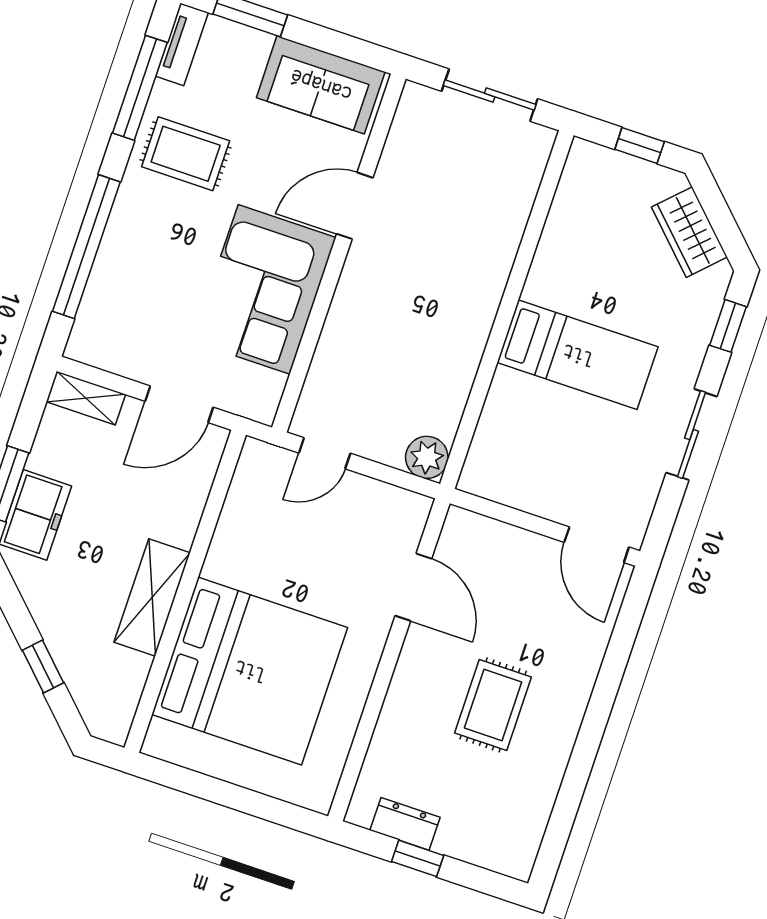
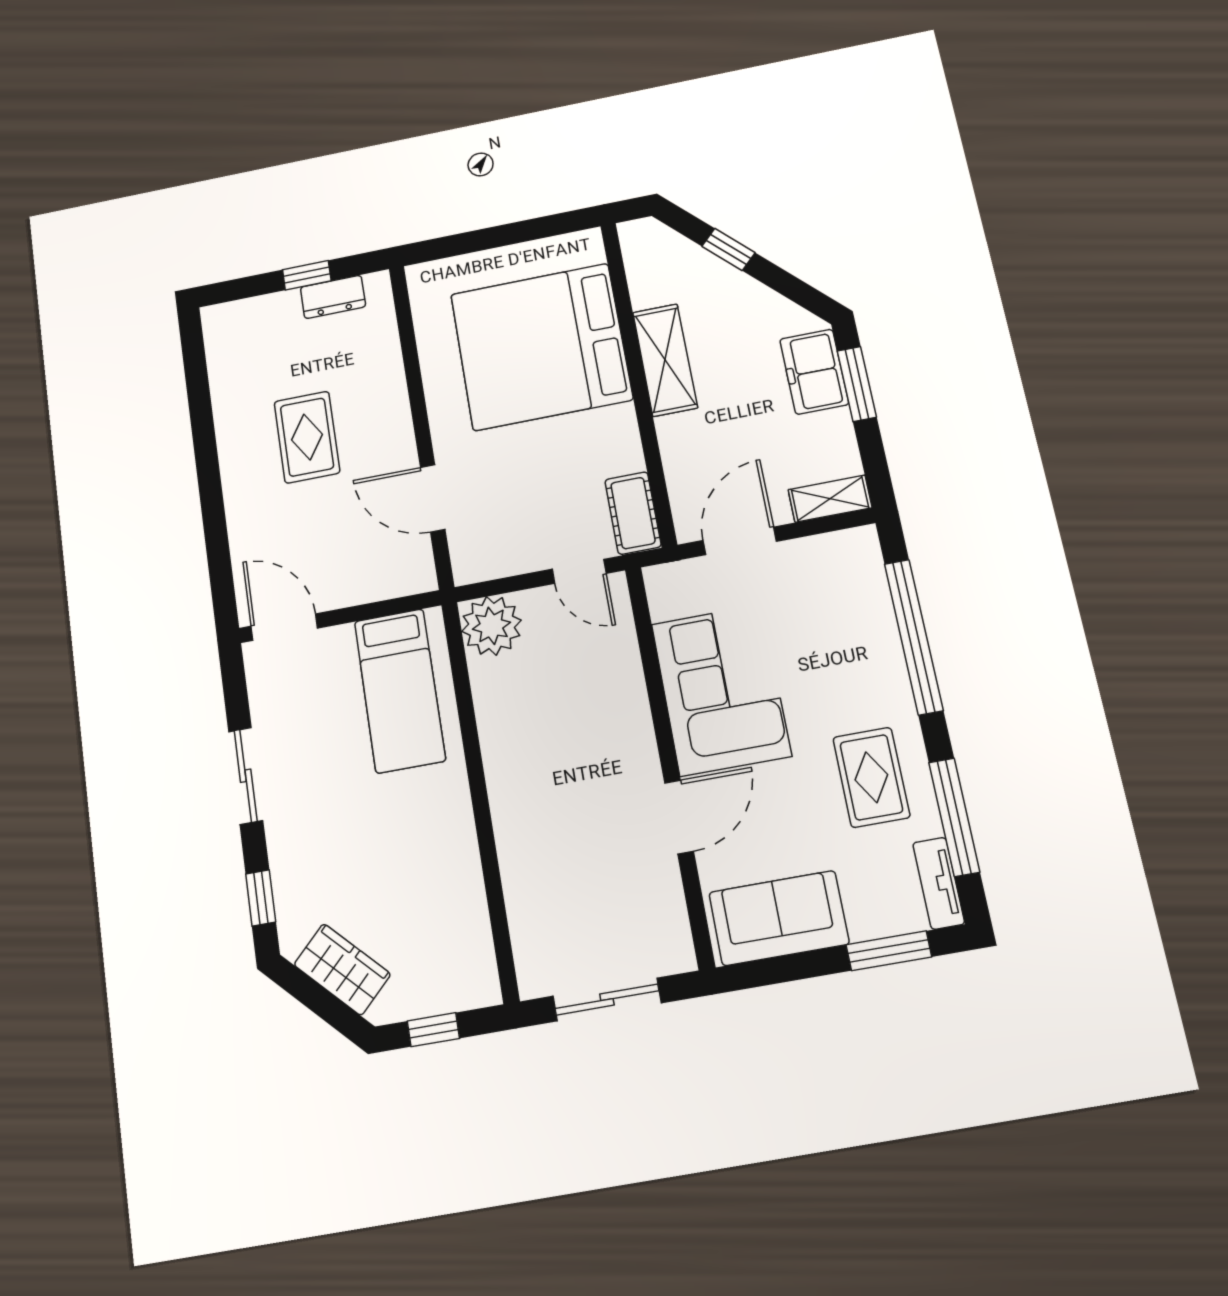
rug: (186, 154) -> (871, 777), turned 90
bed: (578, 355) -> (400, 691), moved, turned -90
door: (325, 453) -> (579, 571), swing flipped
plant: (427, 457) -> (491, 626), width x1.36, depth x1.36
cot: (253, 478) -> (633, 513), added

